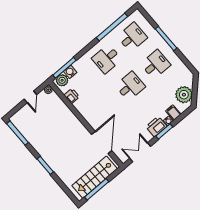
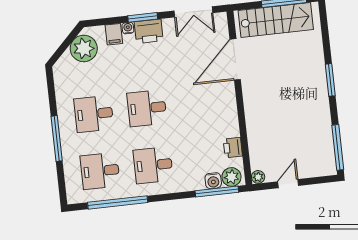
desk: (107, 59) -> (153, 165), turned 180

